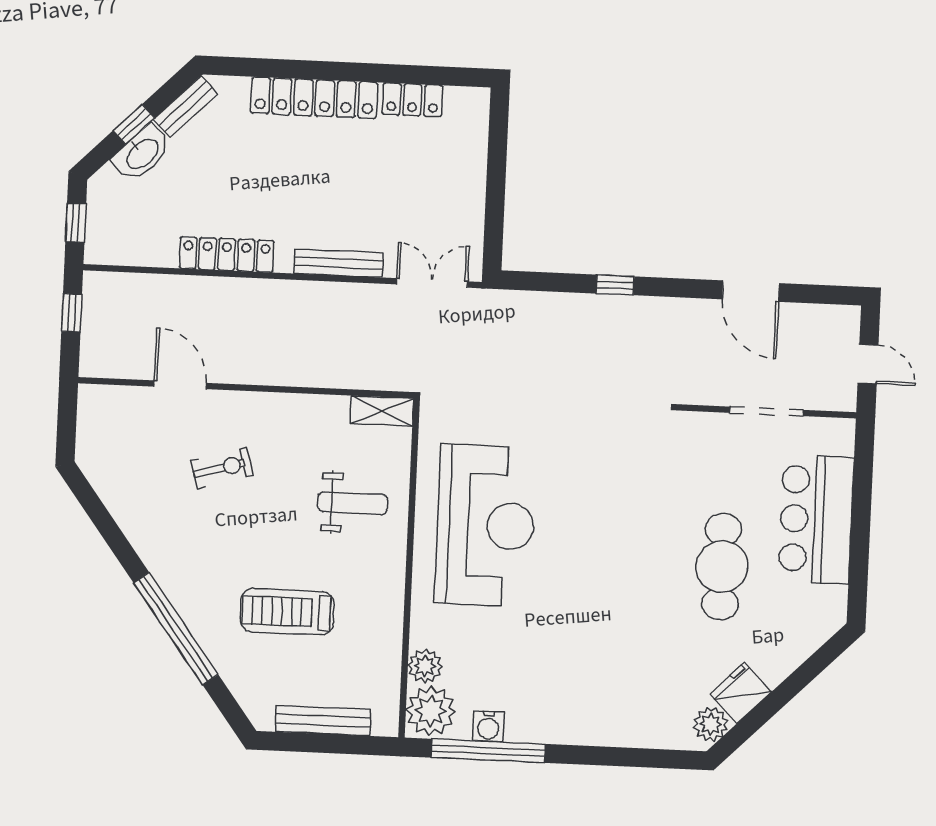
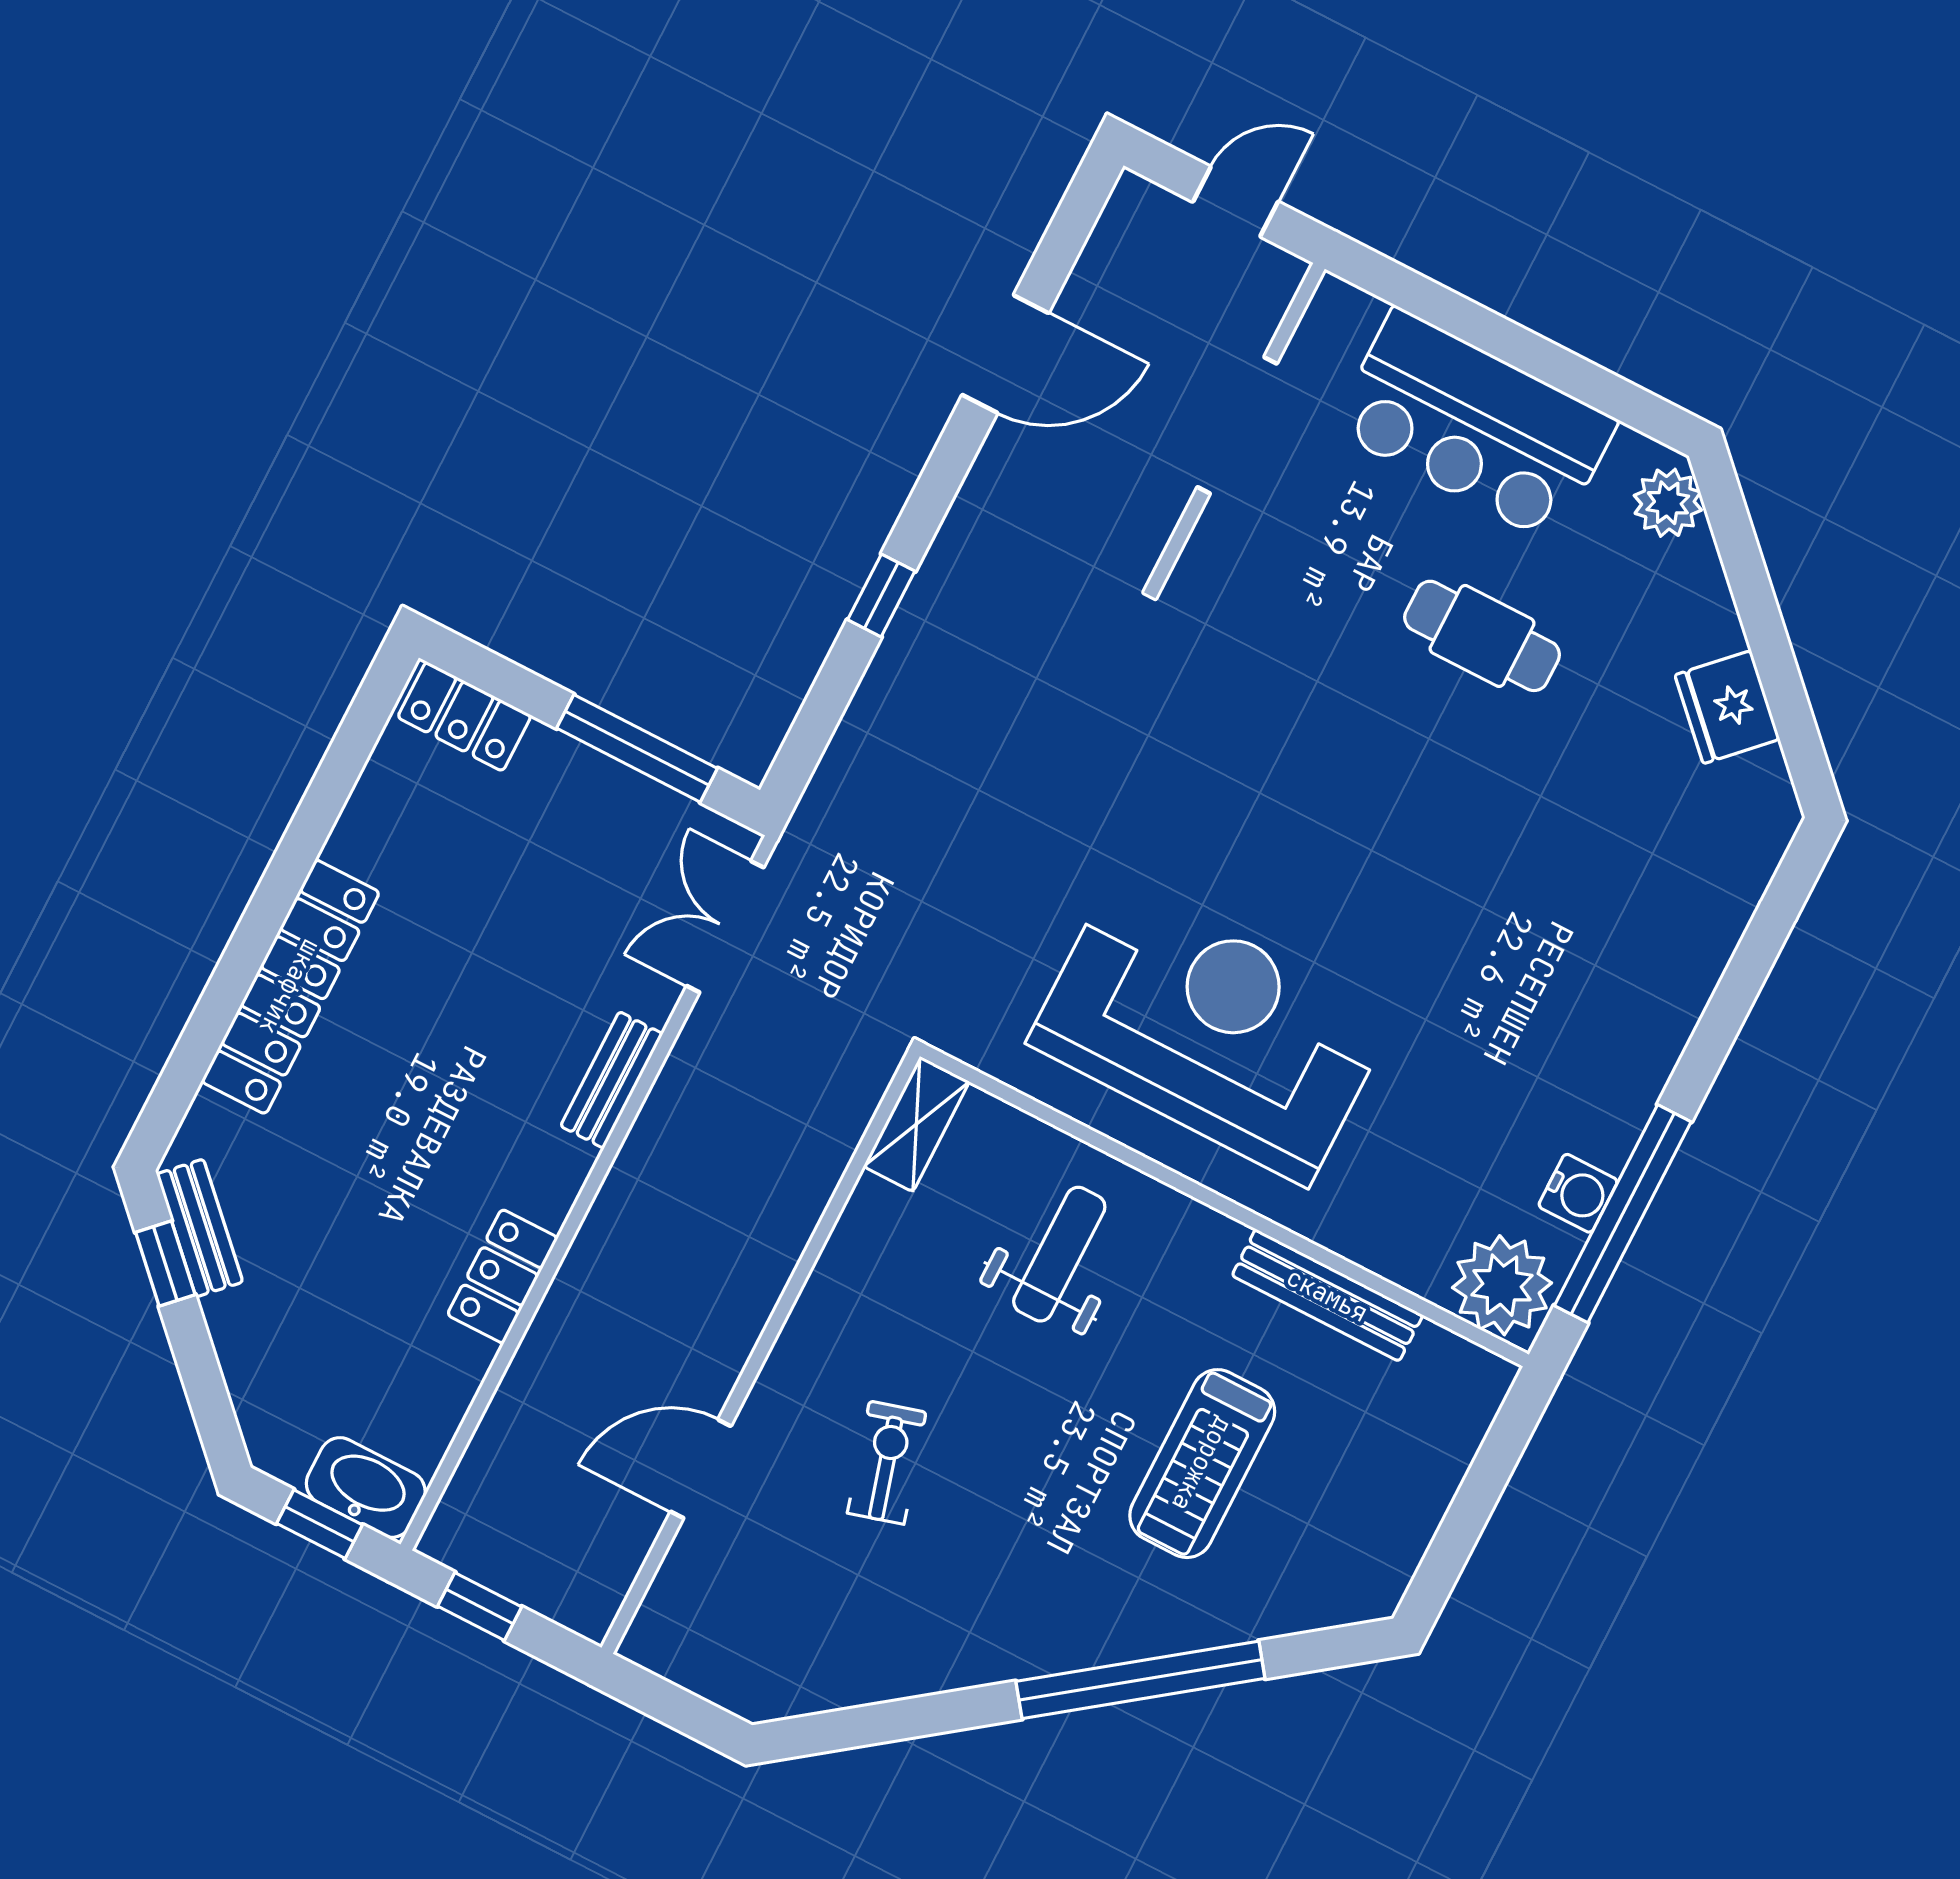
locker: (412, 100) -> (464, 716), moved, turned 90
window: (134, 124) -> (165, 1263), moved
washbasin: (142, 153) -> (366, 1488), moved, turned -45
window: (495, 206) -> (637, 748), added
locker: (227, 254) -> (503, 1276), width x0.66
bench: (339, 263) -> (612, 1080), width x0.73
cafe table: (722, 567) -> (1482, 636), width x0.73, depth x0.74
plant: (425, 666) -> (1416, 1258), removed
bench: (323, 721) -> (1327, 1295), moved, turned 90
plant: (711, 724) -> (1668, 503), moved

